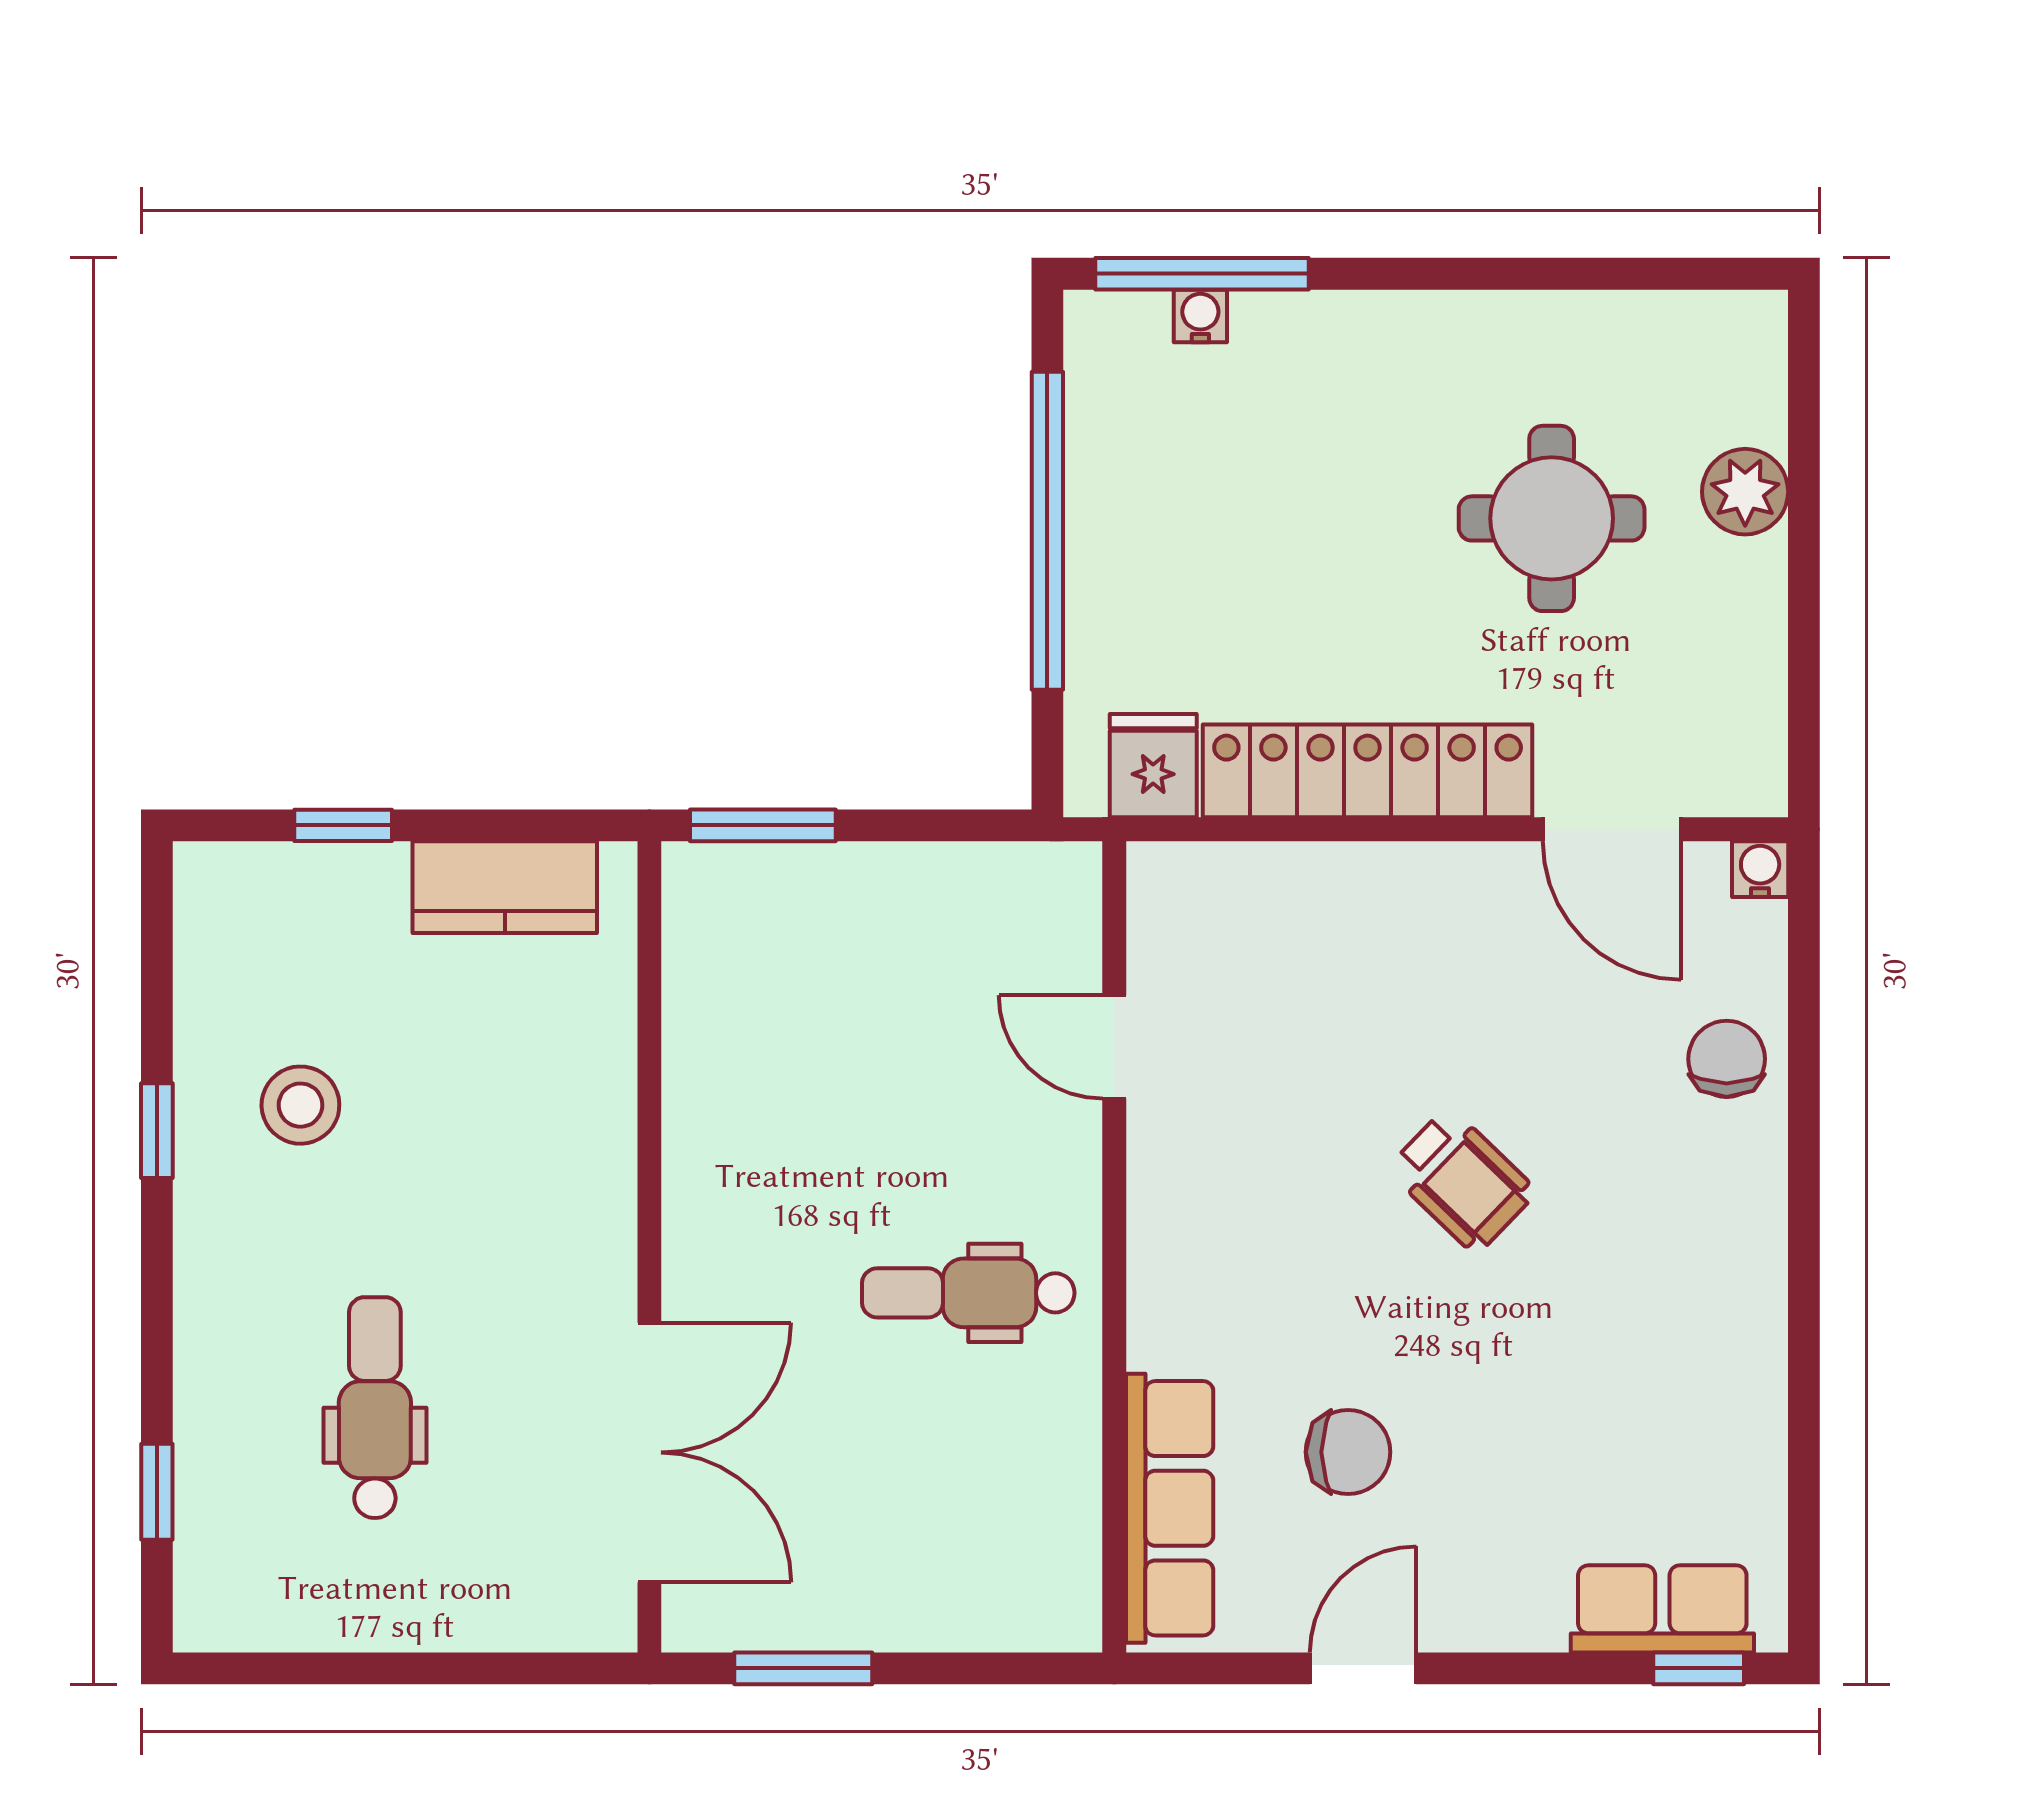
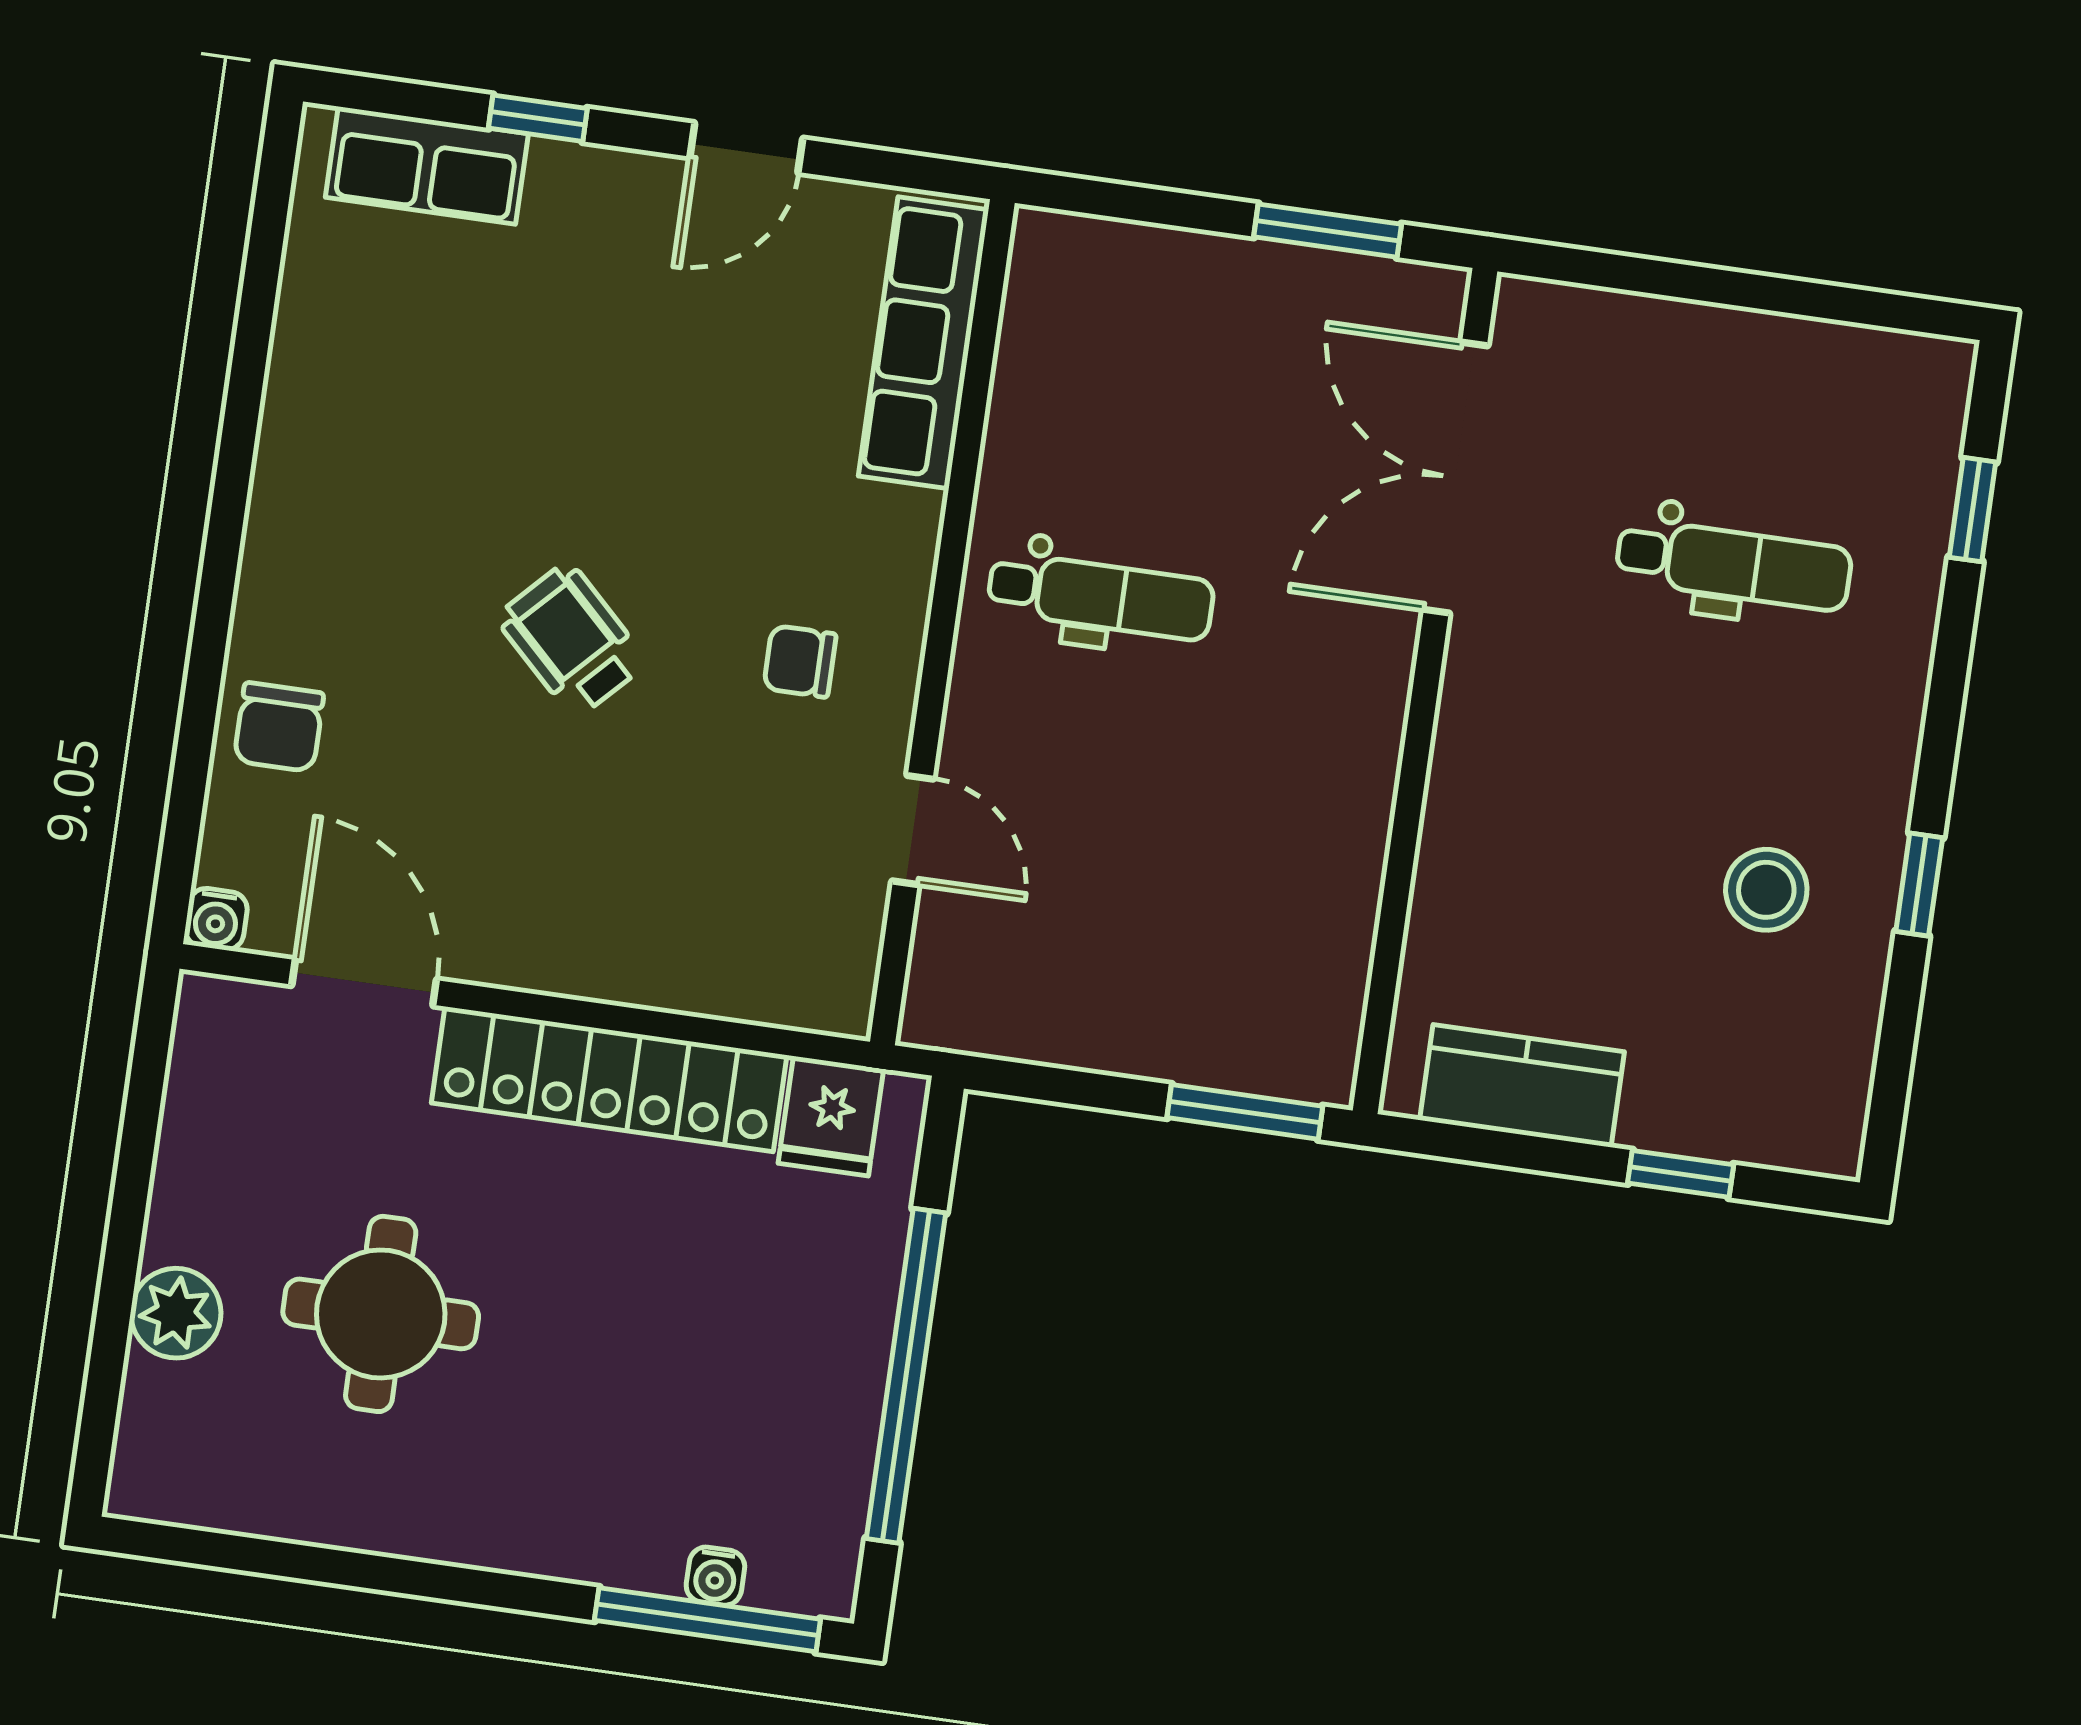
dental chair: (375, 1408) -> (1734, 565), turned -90
chair: (1348, 1452) -> (800, 661), moved, width x0.73, depth x0.73
window: (1699, 1668) -> (538, 118), moved

